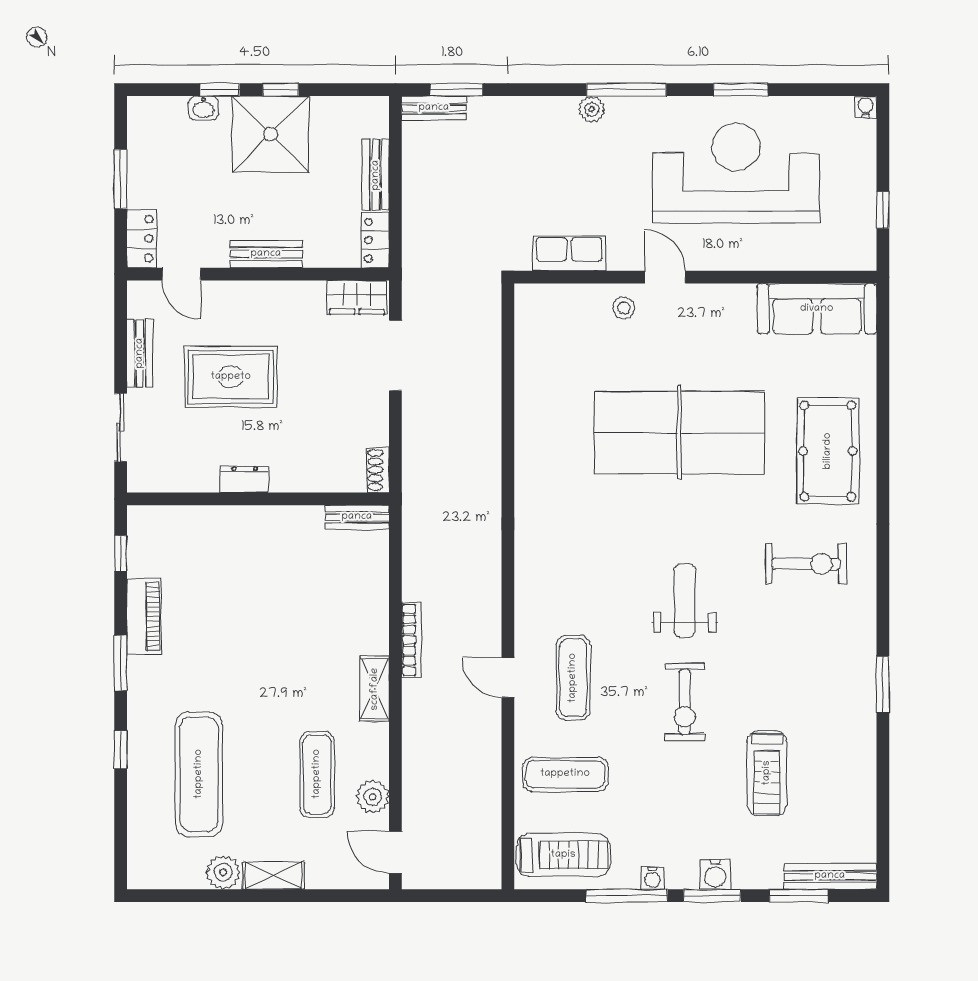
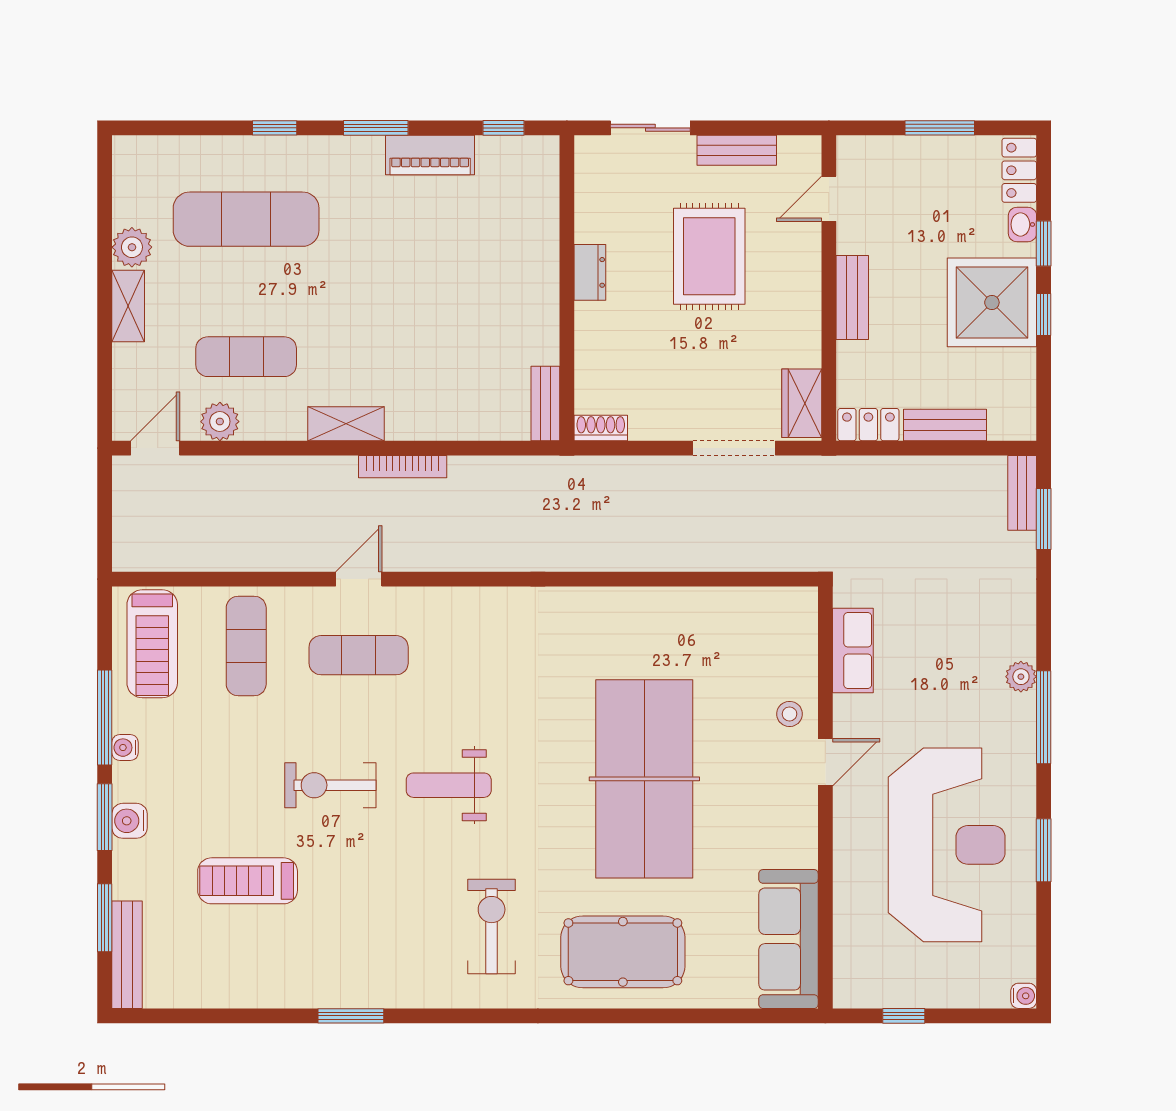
locker: (142, 239) -> (1019, 170), moved, turned 90
exercise bike: (806, 564) -> (492, 927), turned 180
weight bench: (685, 600) -> (449, 785), turned 180

